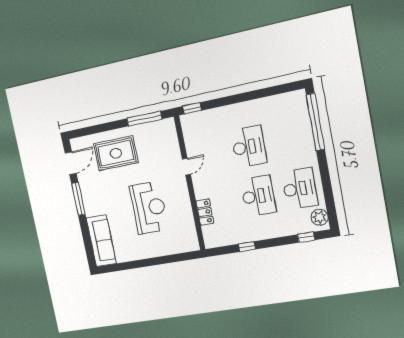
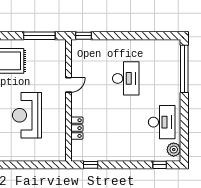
desk: (258, 196) -> (126, 122), removed
reception desk: (149, 208) -> (27, 115), turned 180
window: (247, 247) -> (91, 165), moved

